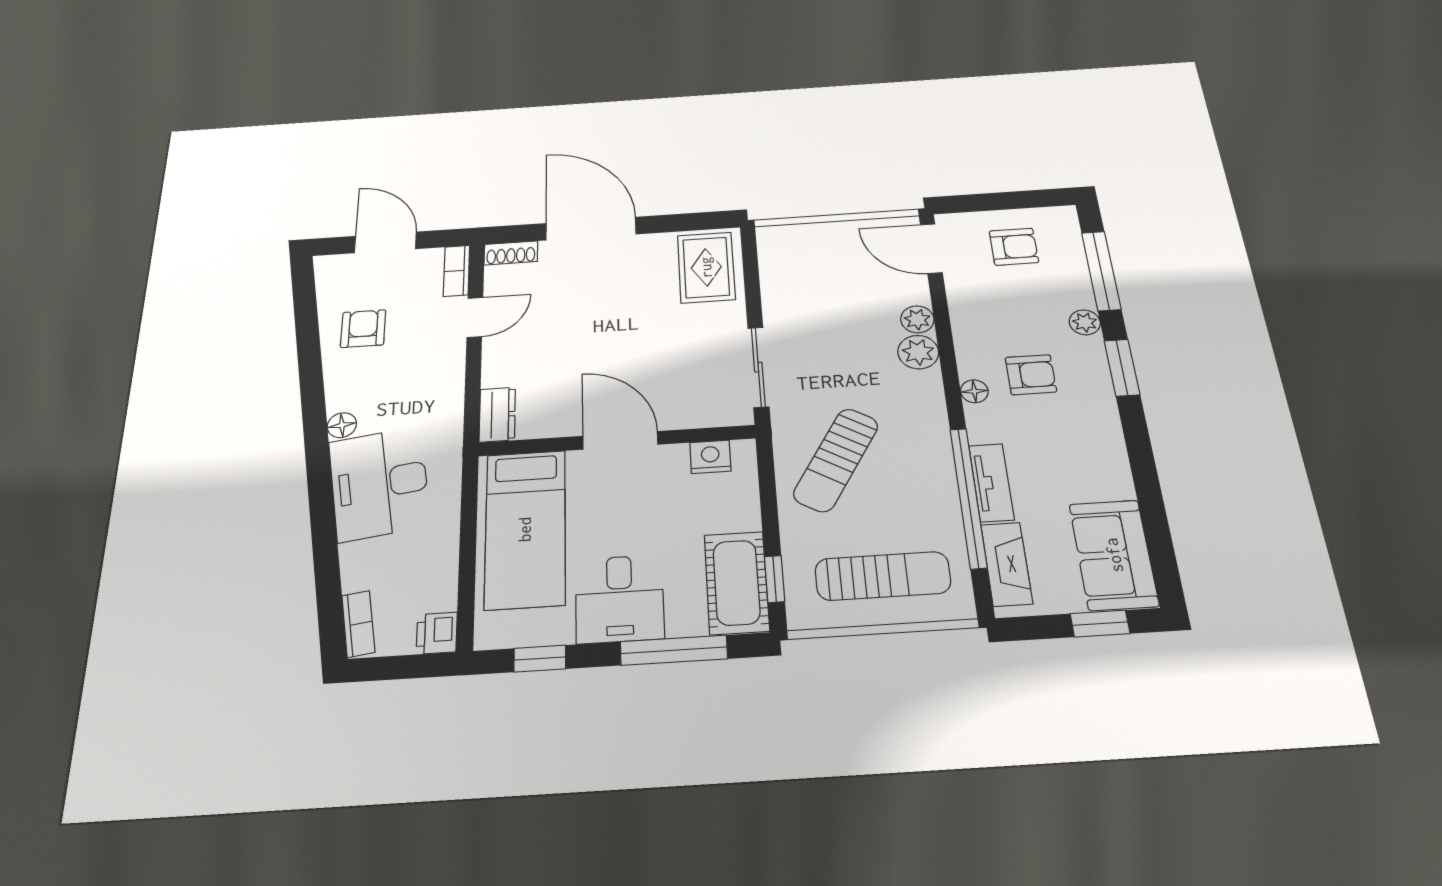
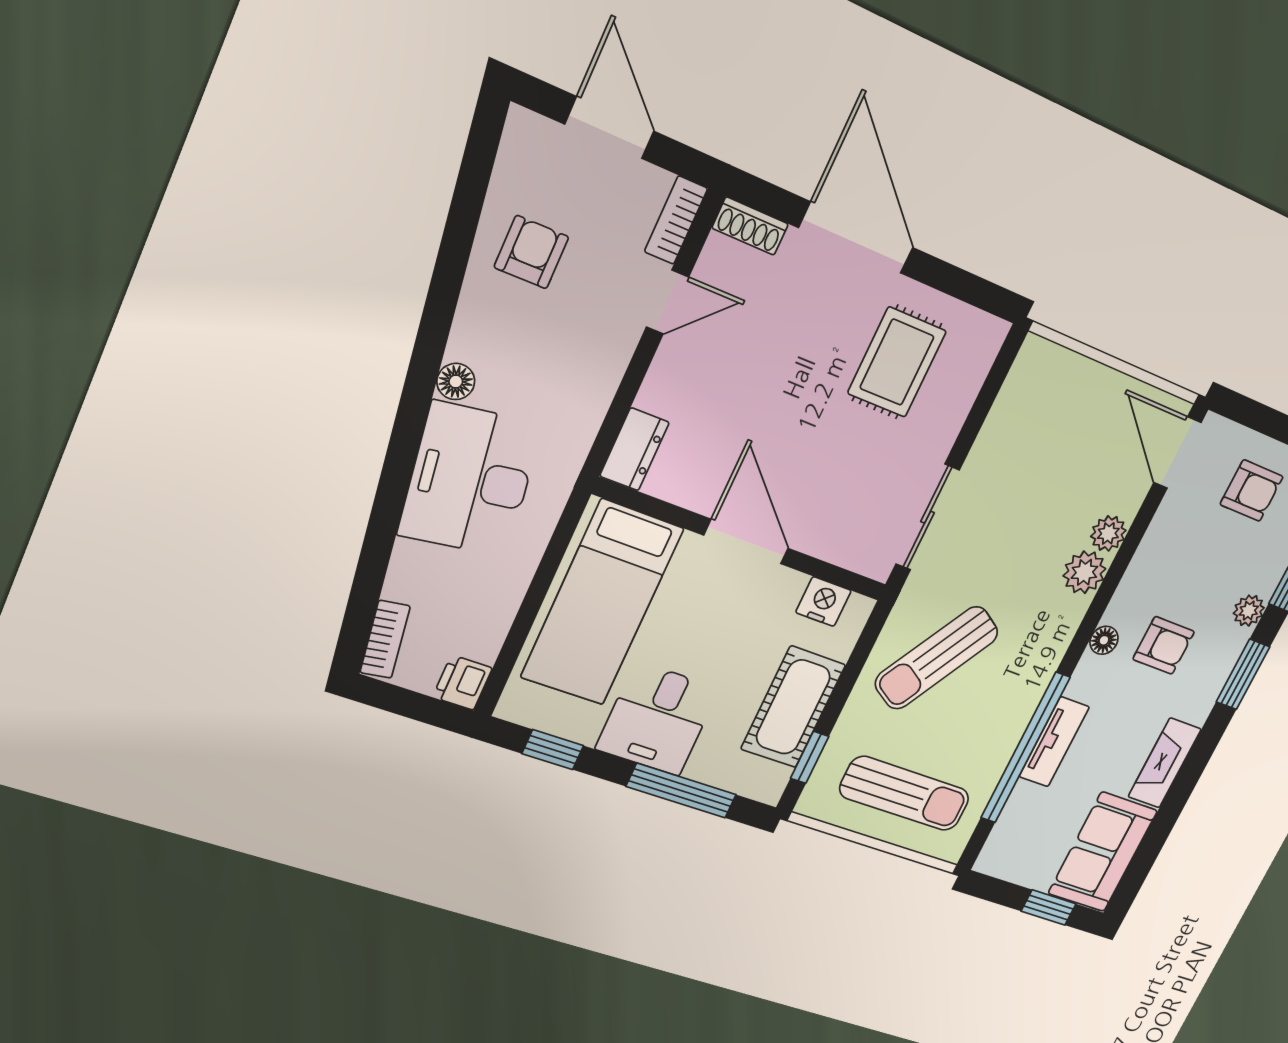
rug: (706, 267) -> (897, 362), moved
fireplace: (1007, 564) -> (1165, 763), moved, turned 180
cot: (736, 583) -> (793, 707), moved

